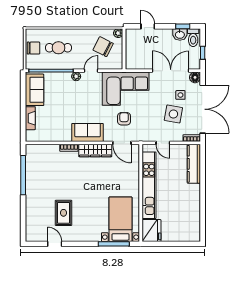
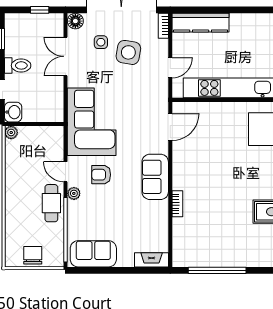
washbasin: (180, 34) -> (13, 112), moved
toilet: (193, 38) -> (18, 65), moved
chair: (103, 47) -> (31, 154), removed
cafe table: (58, 48) -> (51, 203), moved
double door: (171, 71) -> (66, 56), width x0.73
fireplace: (30, 118) -> (152, 260), moved
armchair: (124, 119) -> (101, 175), moved
wardrobe: (95, 151) -> (181, 166), removed

